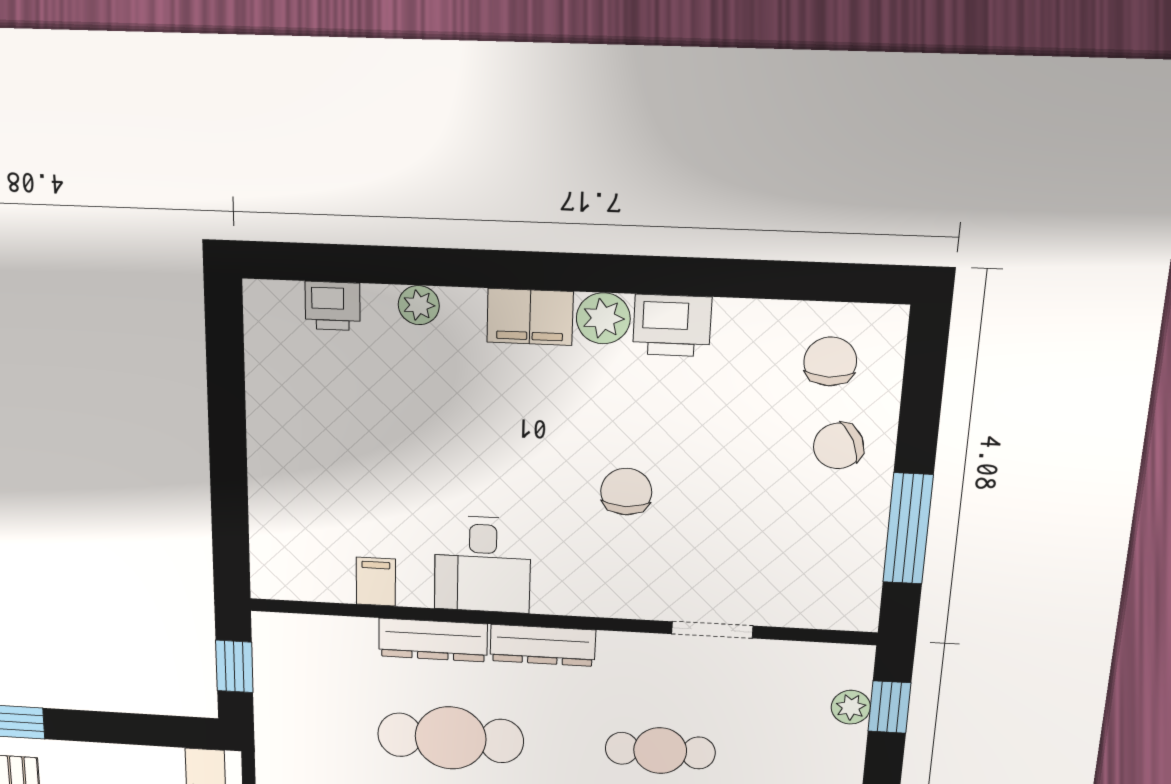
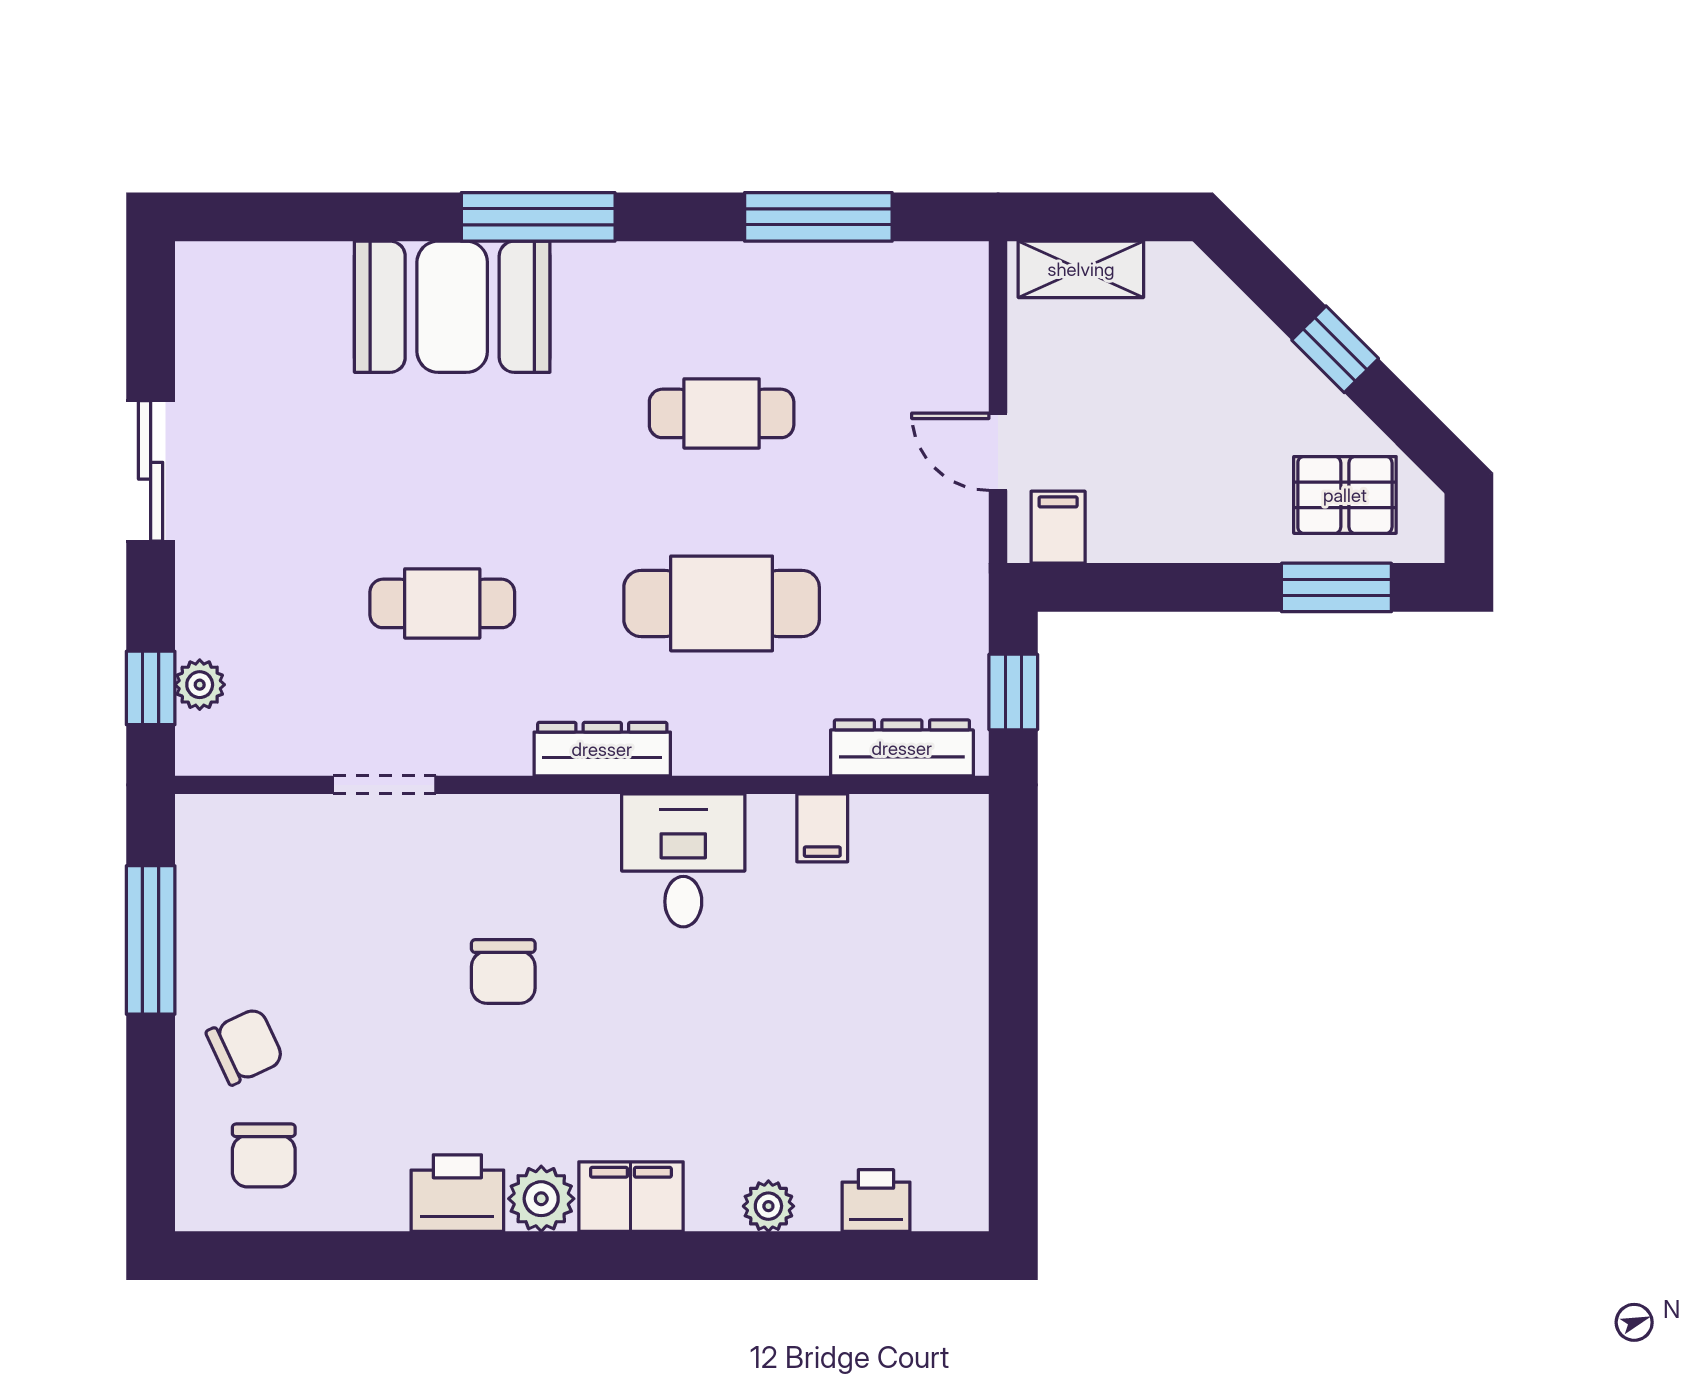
dresser: (433, 640) -> (902, 748), moved

